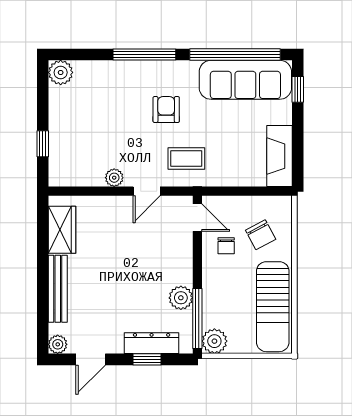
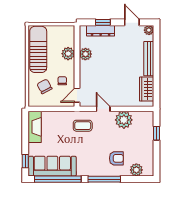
plant: (61, 72) -> (136, 170), moved
armchair: (166, 109) -> (116, 158), moved, turned -90
plant: (114, 178) -> (124, 120), width x1.88, depth x1.88
door: (147, 191) -> (103, 109), hinge flipped
door: (197, 218) -> (77, 95), hinge flipped
window: (197, 319) -> (77, 43), removed
plant: (214, 341) -> (68, 54), moved
door: (91, 359) -> (132, 22), hinge flipped

